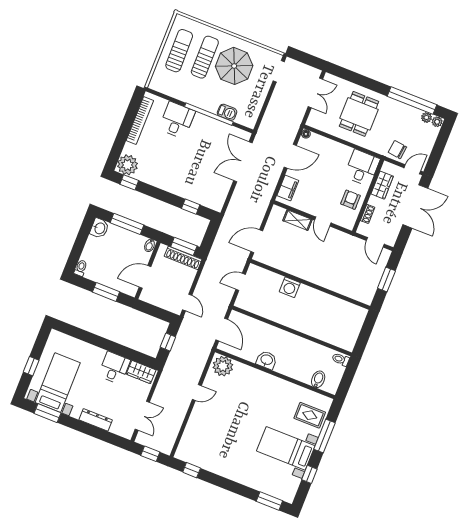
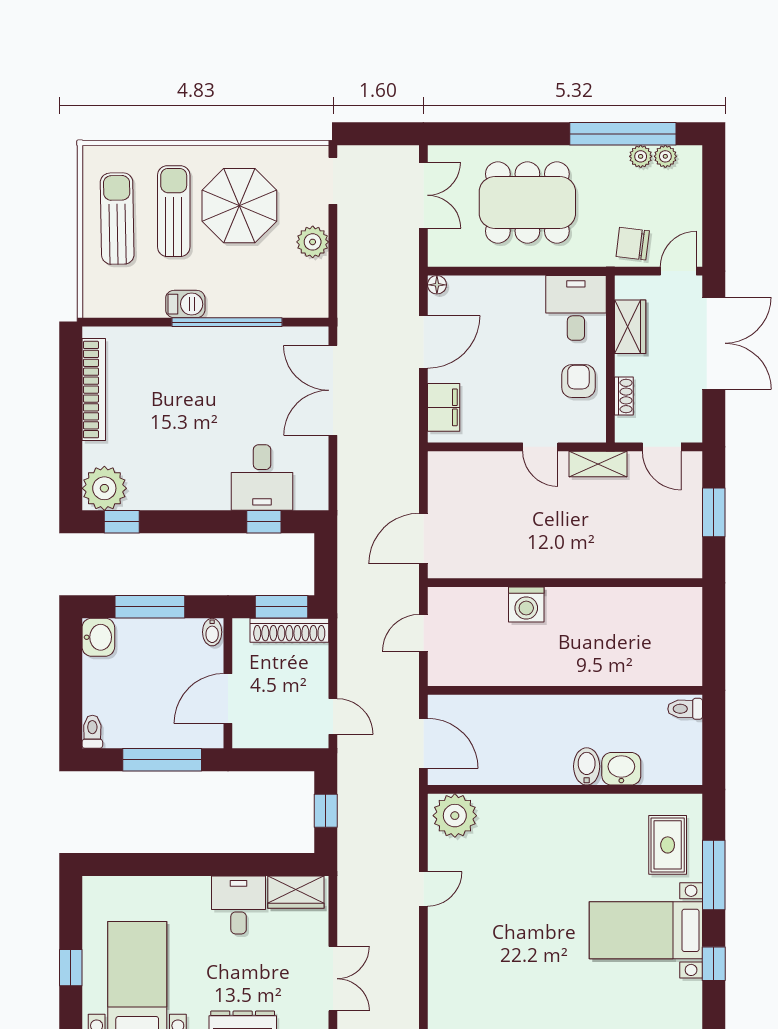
plant: (260, 94) -> (313, 242), added
barbecue: (227, 112) -> (185, 304), moved
dining table: (359, 114) -> (527, 202), width x1.38
desk: (177, 120) -> (262, 478), moved, turned 180
plant: (437, 122) -> (641, 156), moved
shelving: (297, 220) -> (598, 464), moved
window: (106, 292) -> (162, 760), width x1.44
washbasin: (267, 360) -> (621, 769), moved
bidet: (318, 379) -> (587, 766), moved
rug: (310, 415) -> (668, 845), turned 90

